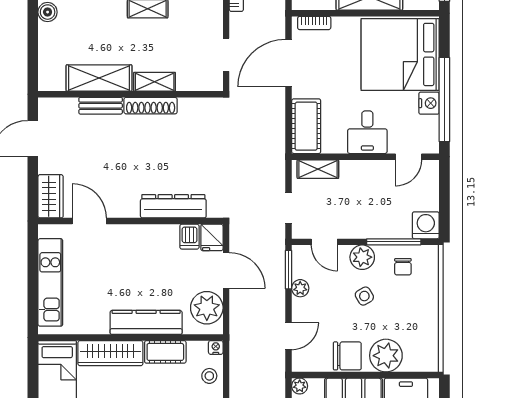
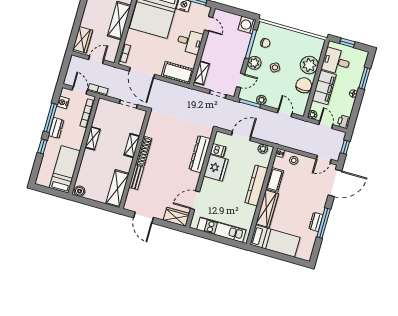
shelving: (99, 78) -> (117, 189), moved
fridge: (212, 237) -> (216, 168), moved, width x1.88, depth x1.34
plant: (207, 308) -> (263, 149), width x0.53, depth x0.53

